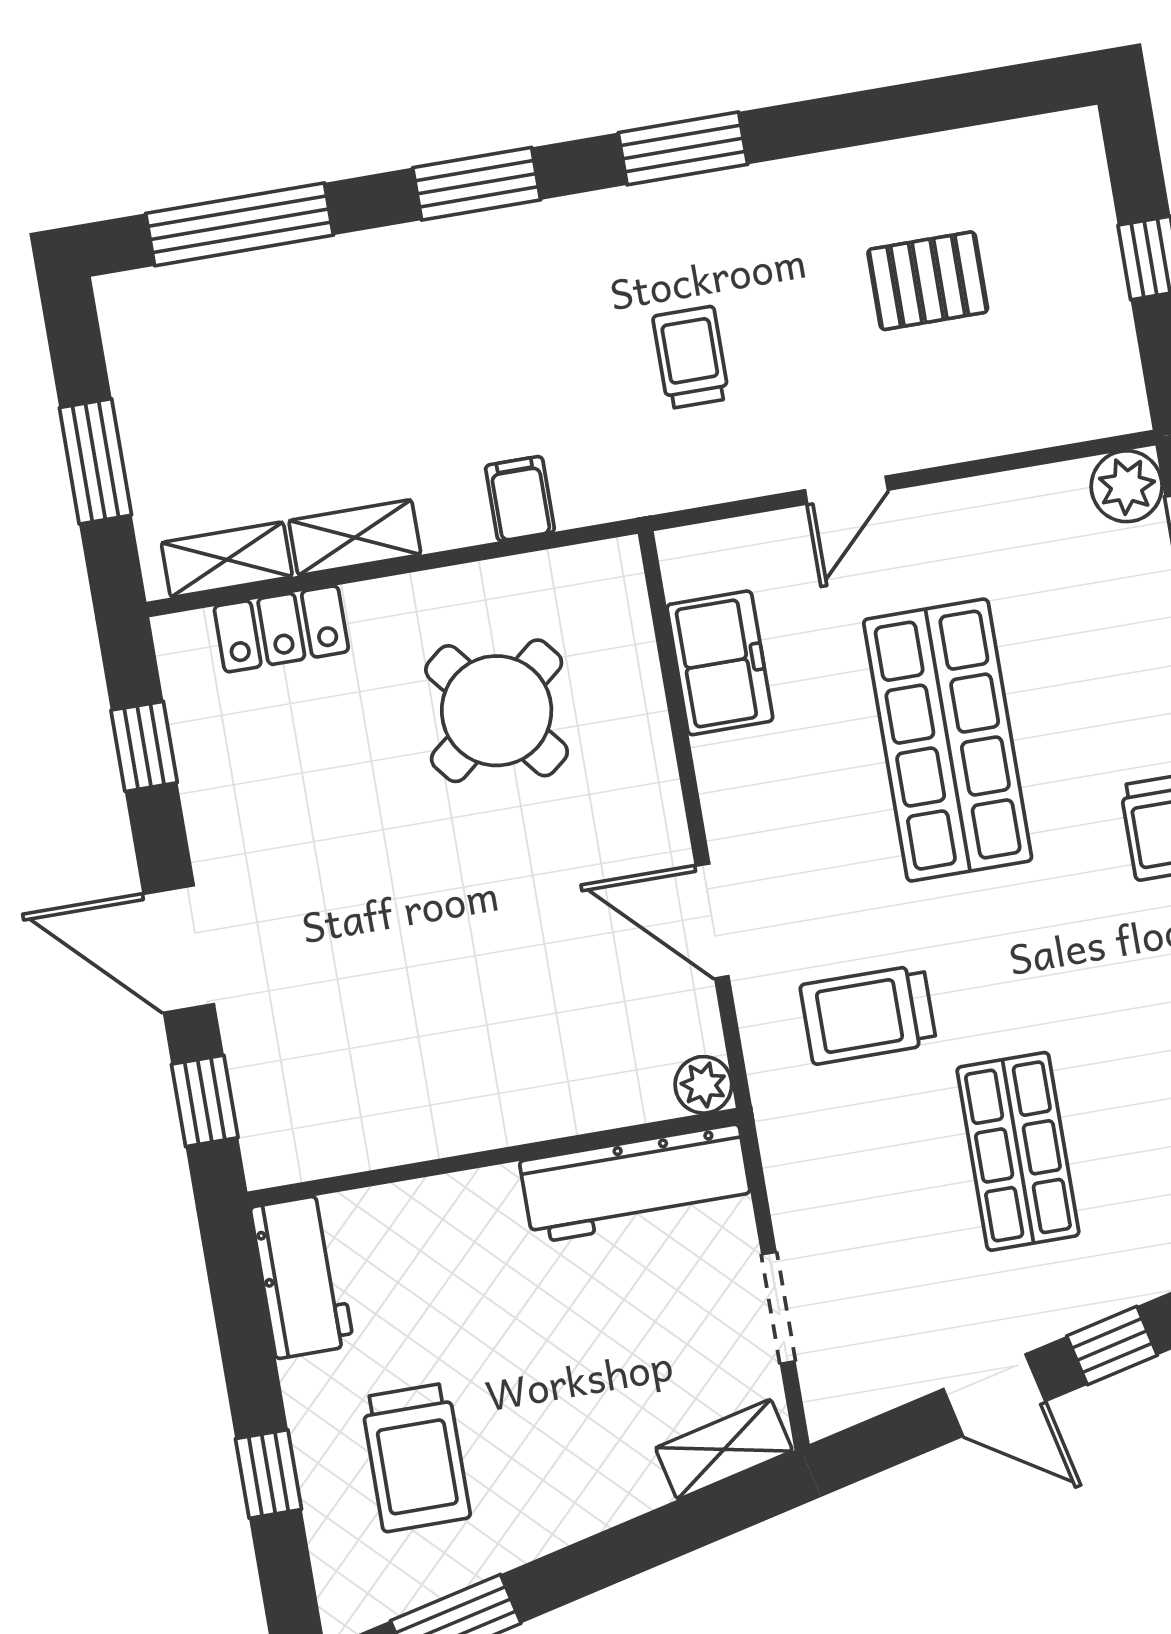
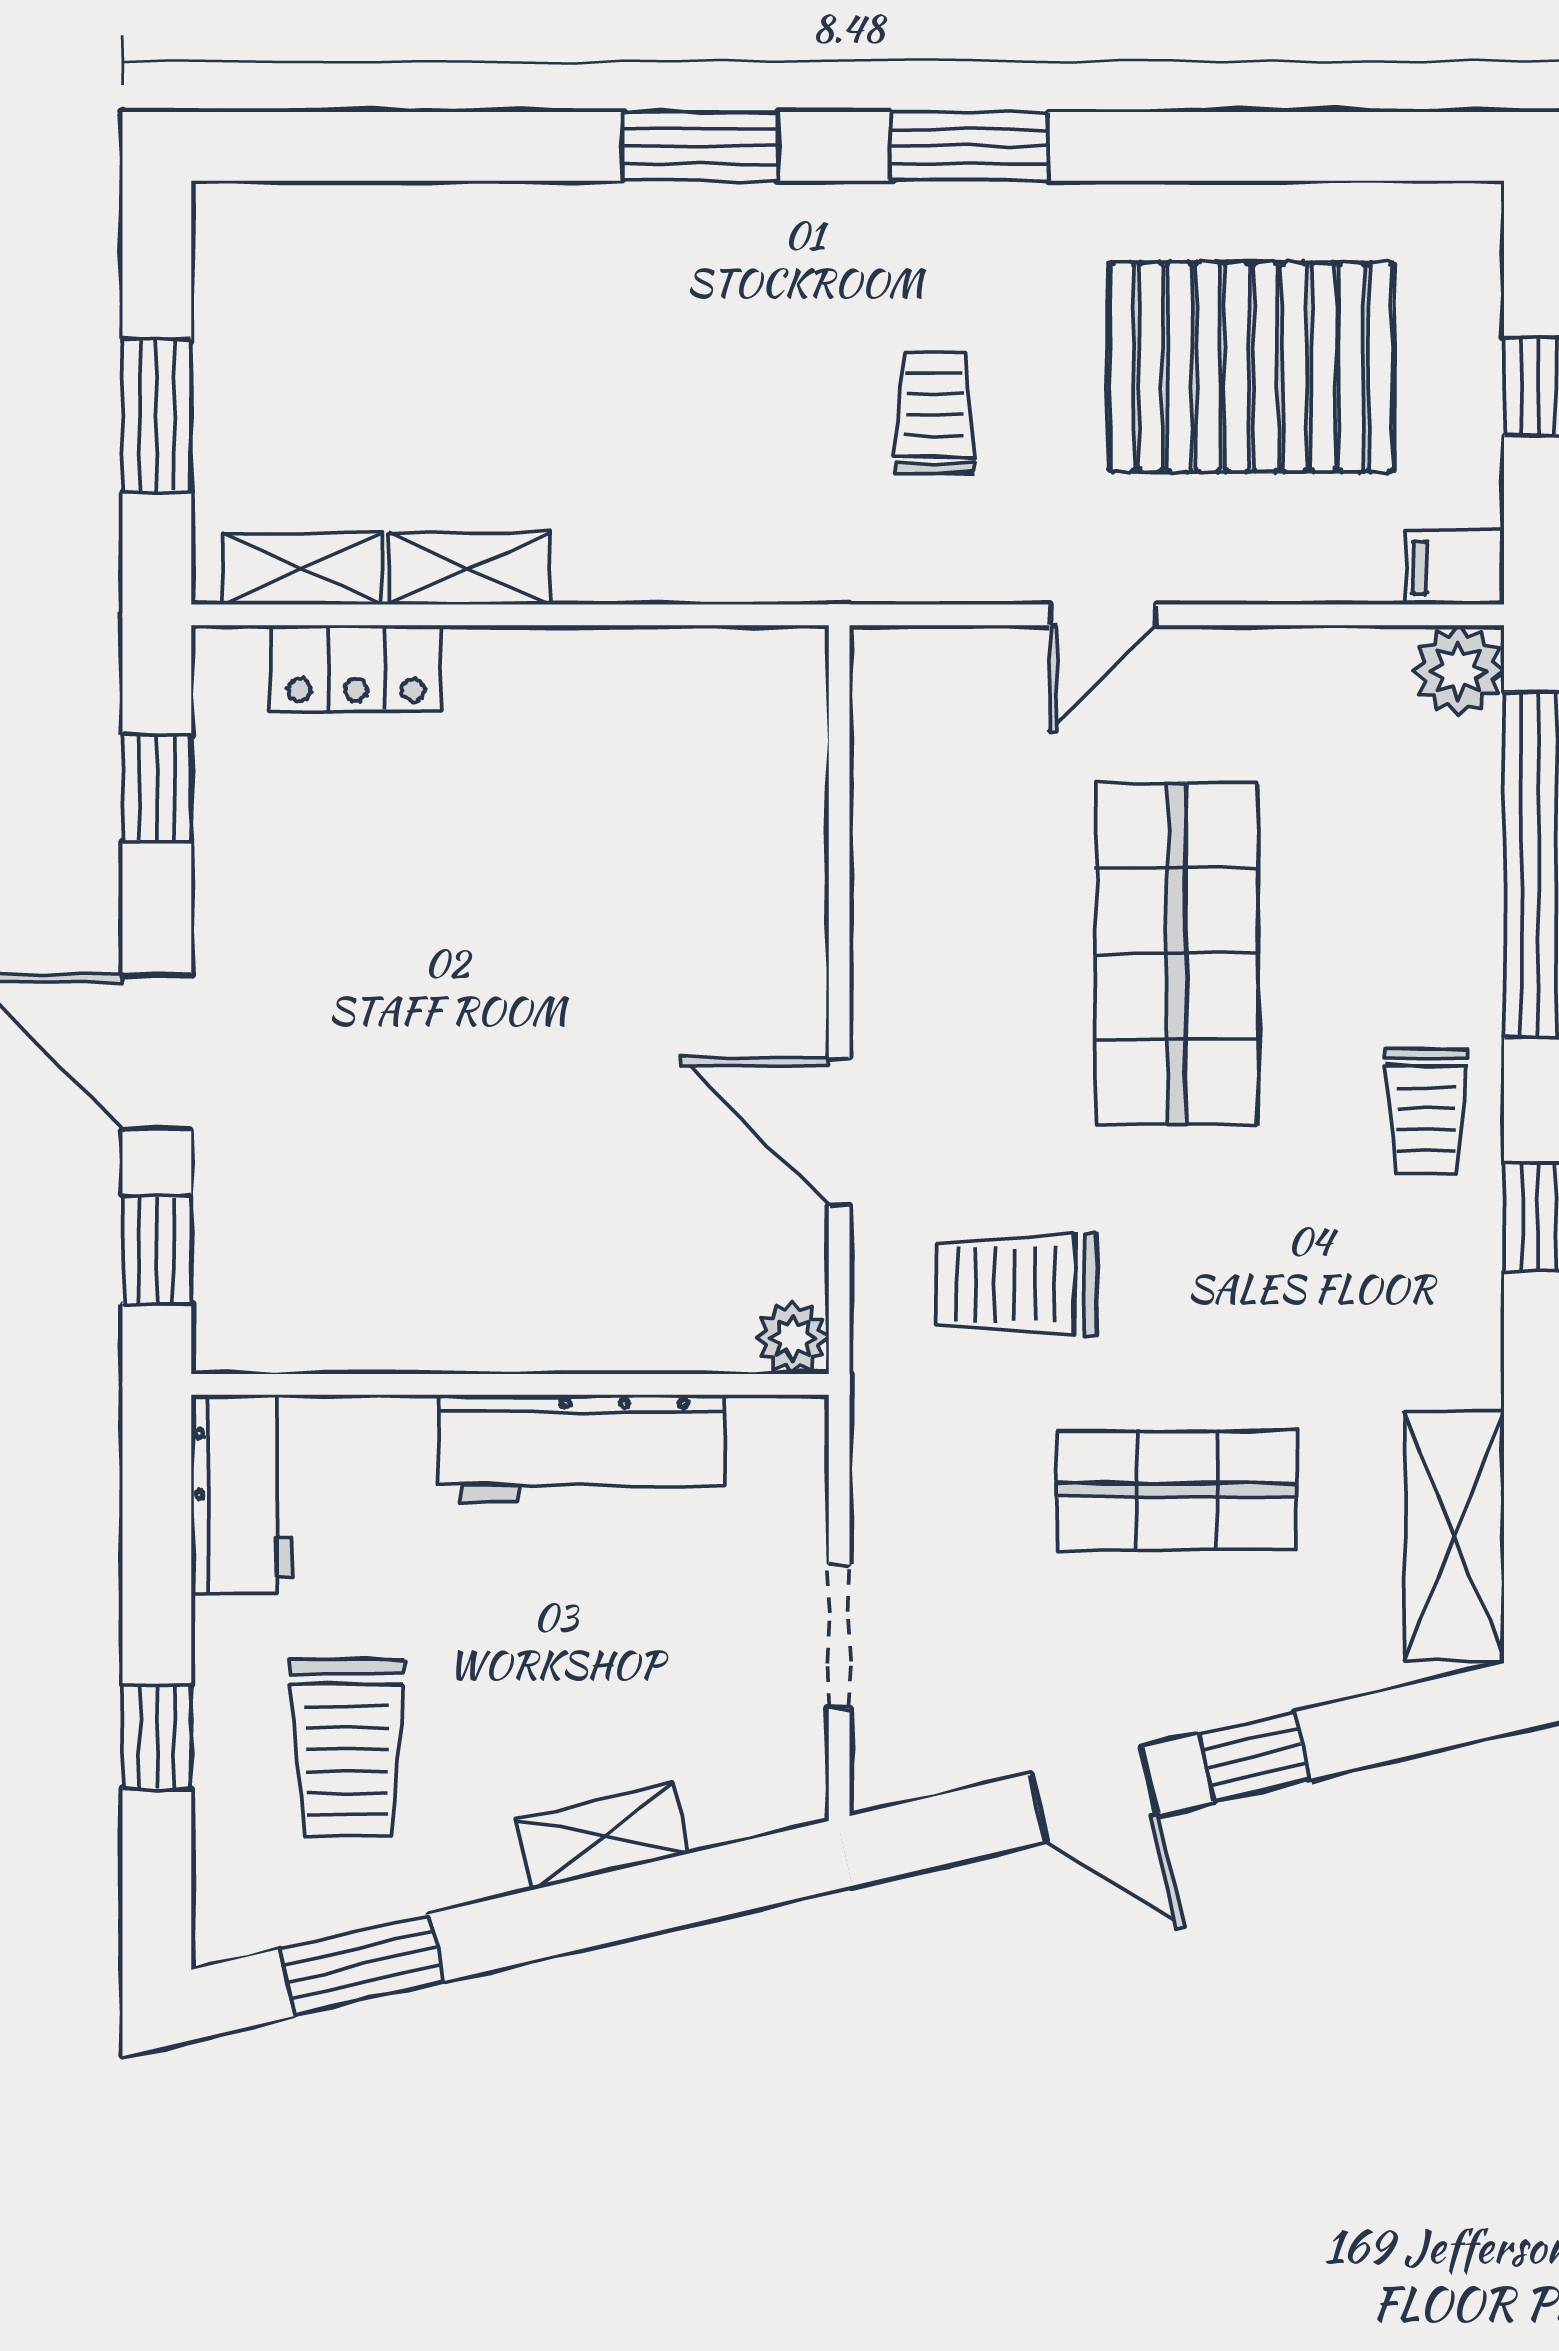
window: (240, 224) -> (391, 146), removed
pallet: (928, 281) -> (1251, 367), width x2.05, depth x2.00
filing cabinet: (520, 499) -> (1455, 567), moved, turned -90
freezer: (720, 663) -> (905, 806), removed
round table: (497, 711) -> (611, 819), removed
shop shelf: (1018, 1151) -> (1177, 1490), turned 90
workbench: (636, 1184) -> (581, 1448), moved
shelving: (724, 1449) -> (603, 1836), moved

